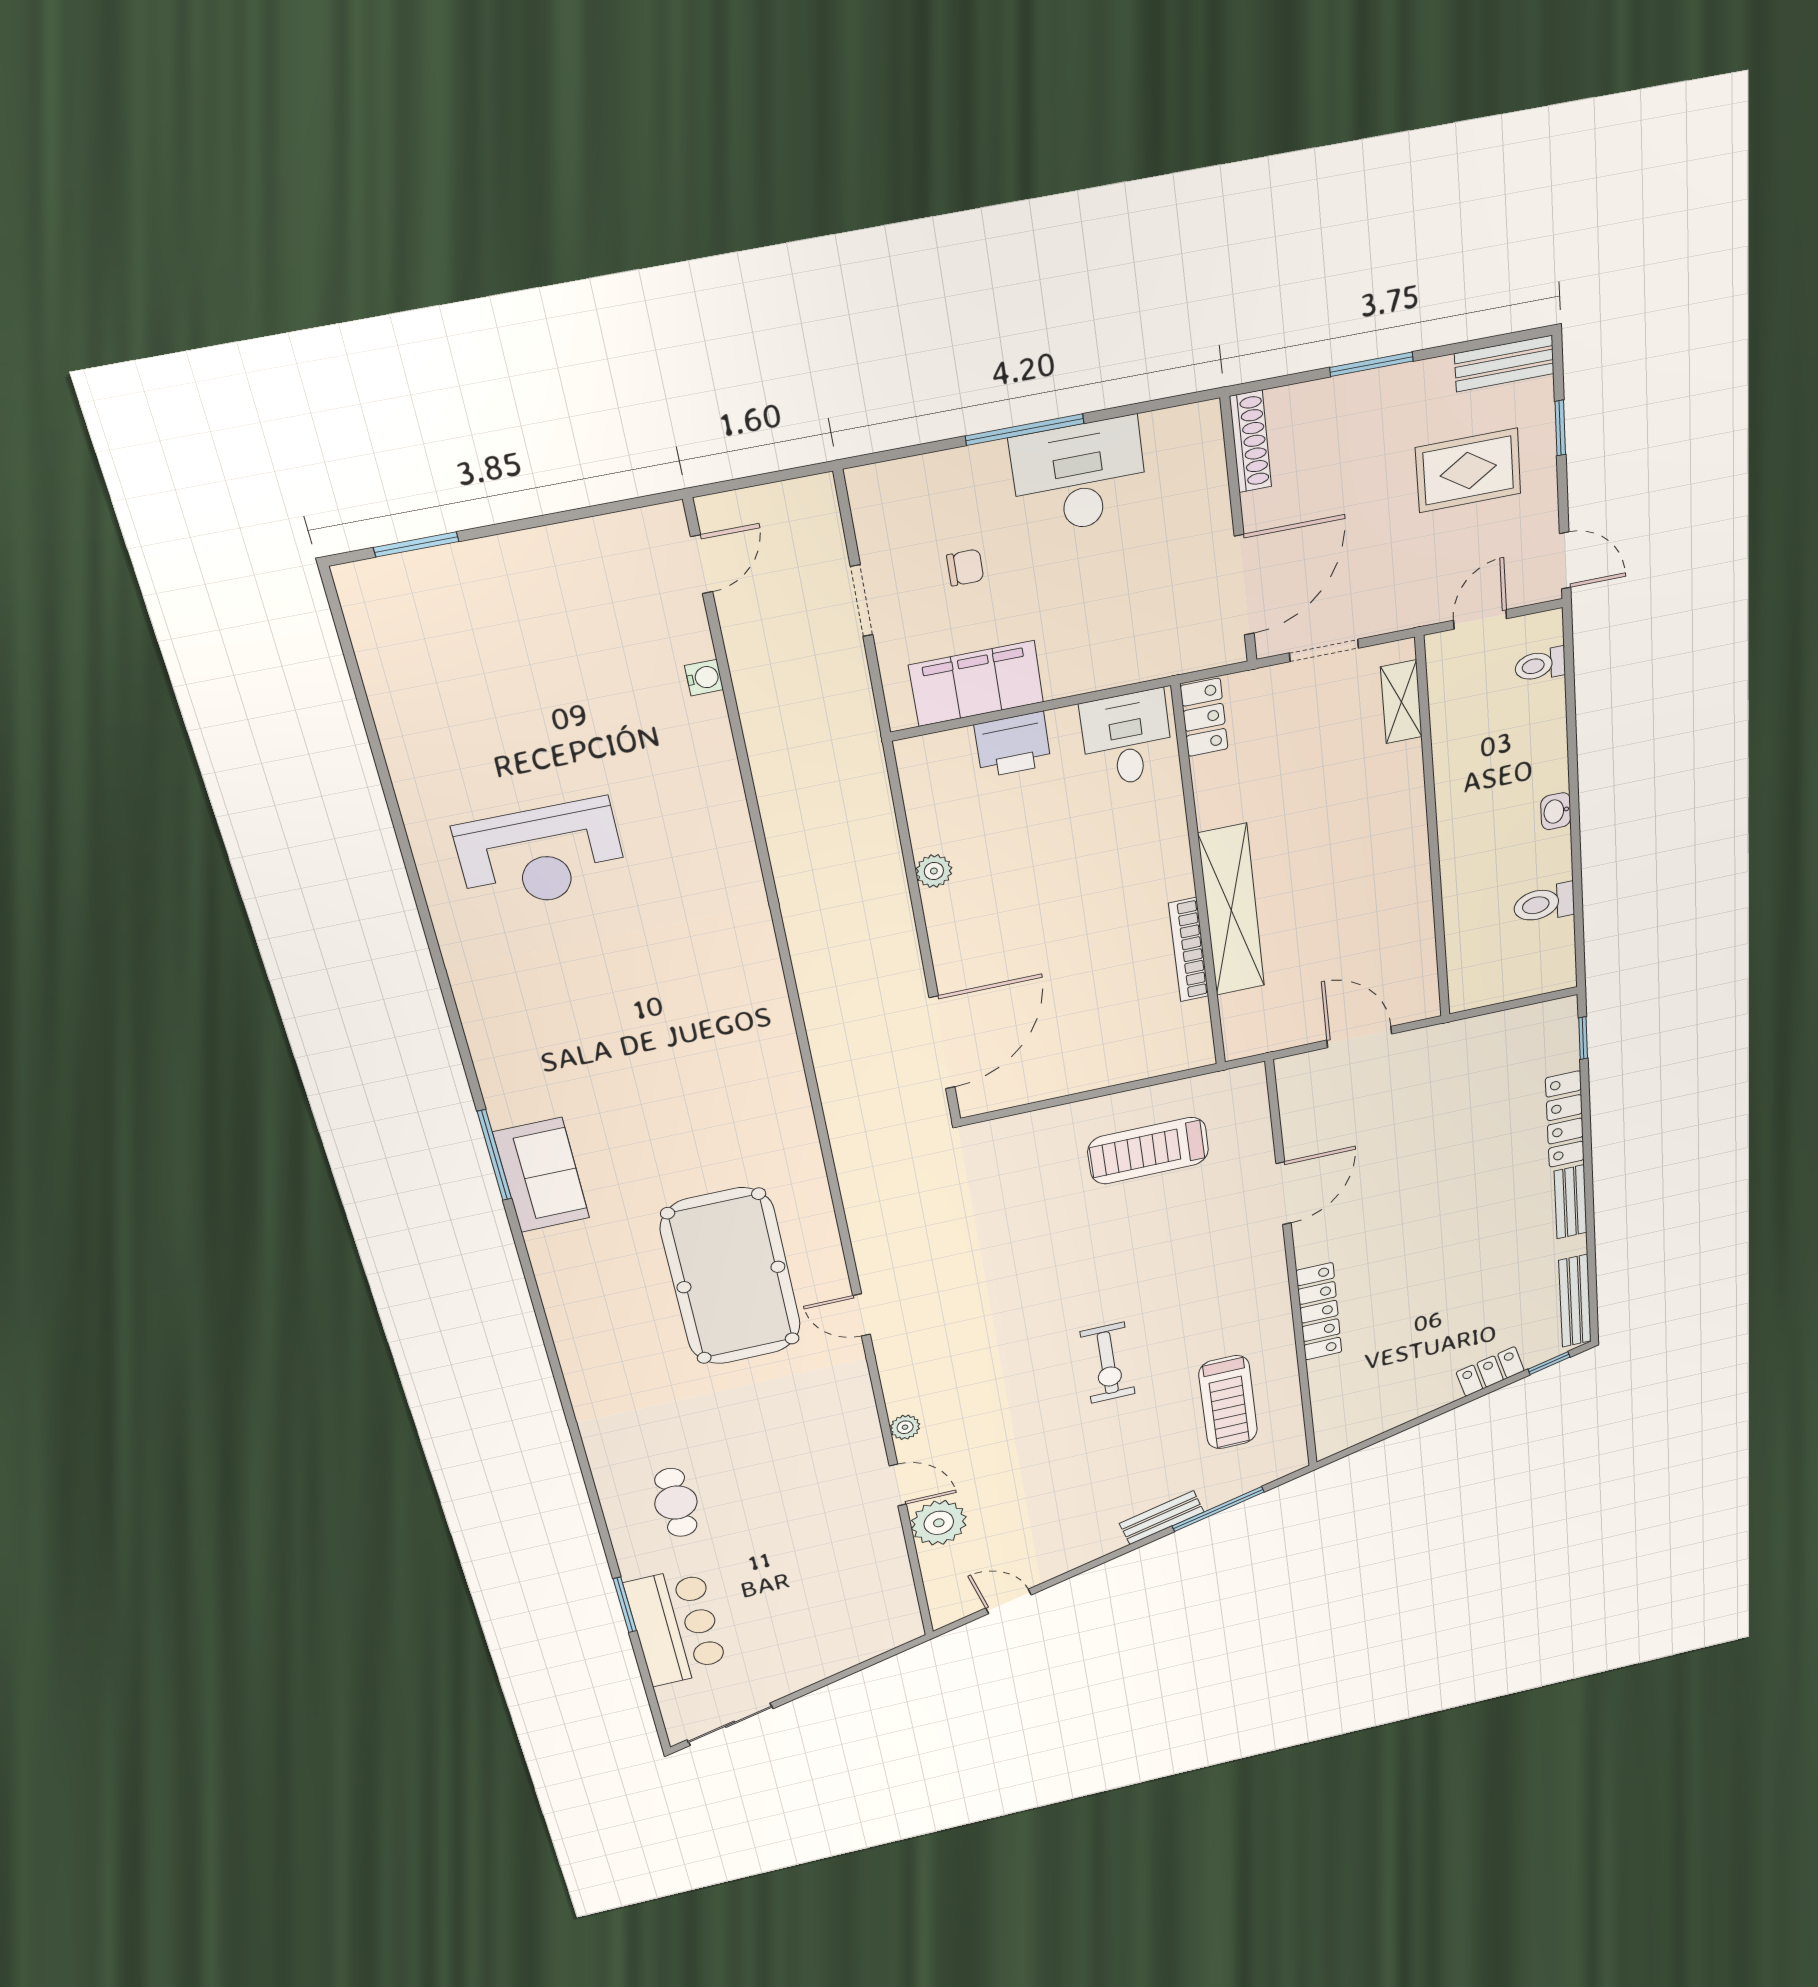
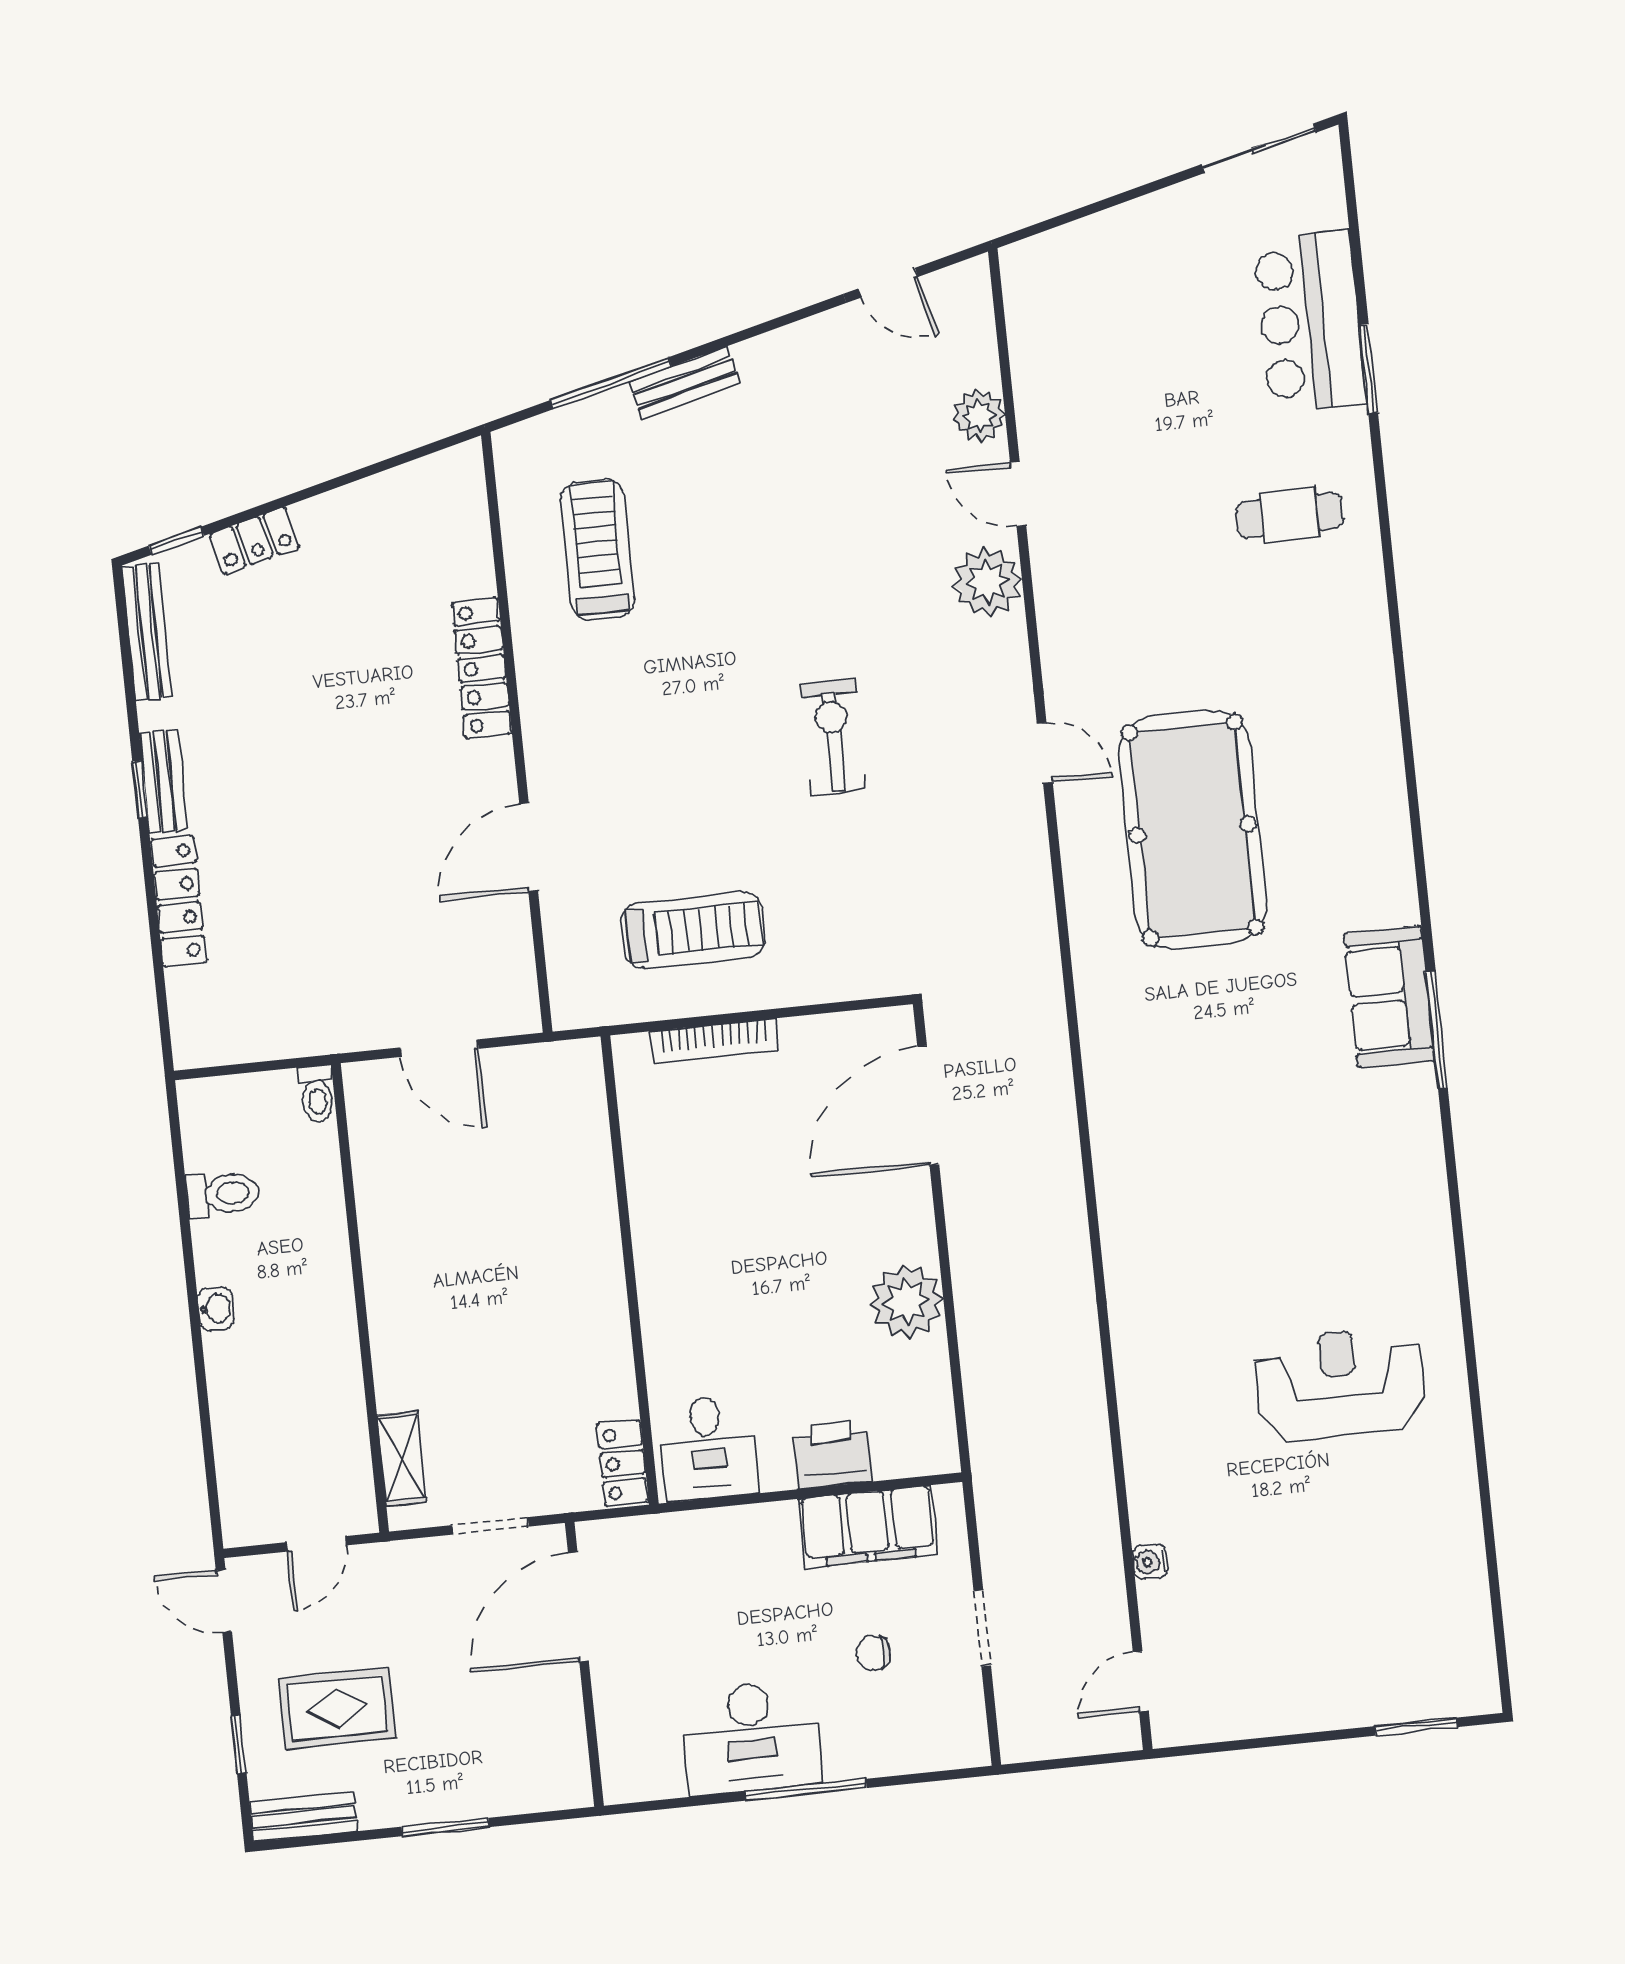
shoe rack: (1251, 442) -> (572, 1758), removed
toilet: (1540, 665) -> (317, 1094), moved, turned 90
plant: (934, 871) -> (906, 1302), width x1.88, depth x1.88
shelving: (1231, 910) -> (593, 1230), removed
bookcase: (1189, 950) -> (714, 1041), moved, turned 90
window: (1583, 1038) -> (140, 789), moved
exercise bike: (1108, 1363) -> (833, 737), moved
plant: (905, 1427) -> (987, 582), width x1.87, depth x1.87
cafe table: (676, 1503) -> (1290, 515), turned 90
plant: (939, 1523) -> (979, 416), width x0.73, depth x0.73

